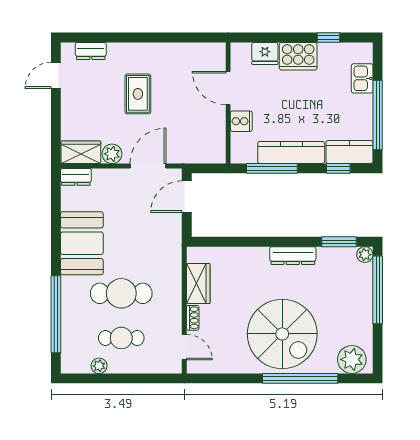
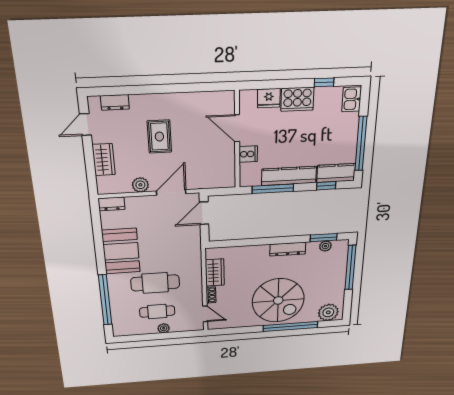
kitchen sink: (362, 78) -> (352, 99), moved
wardrobe: (81, 152) -> (104, 160), moved, turned 90
plant: (365, 255) -> (325, 246), moved
plant: (99, 366) -> (164, 328), moved

